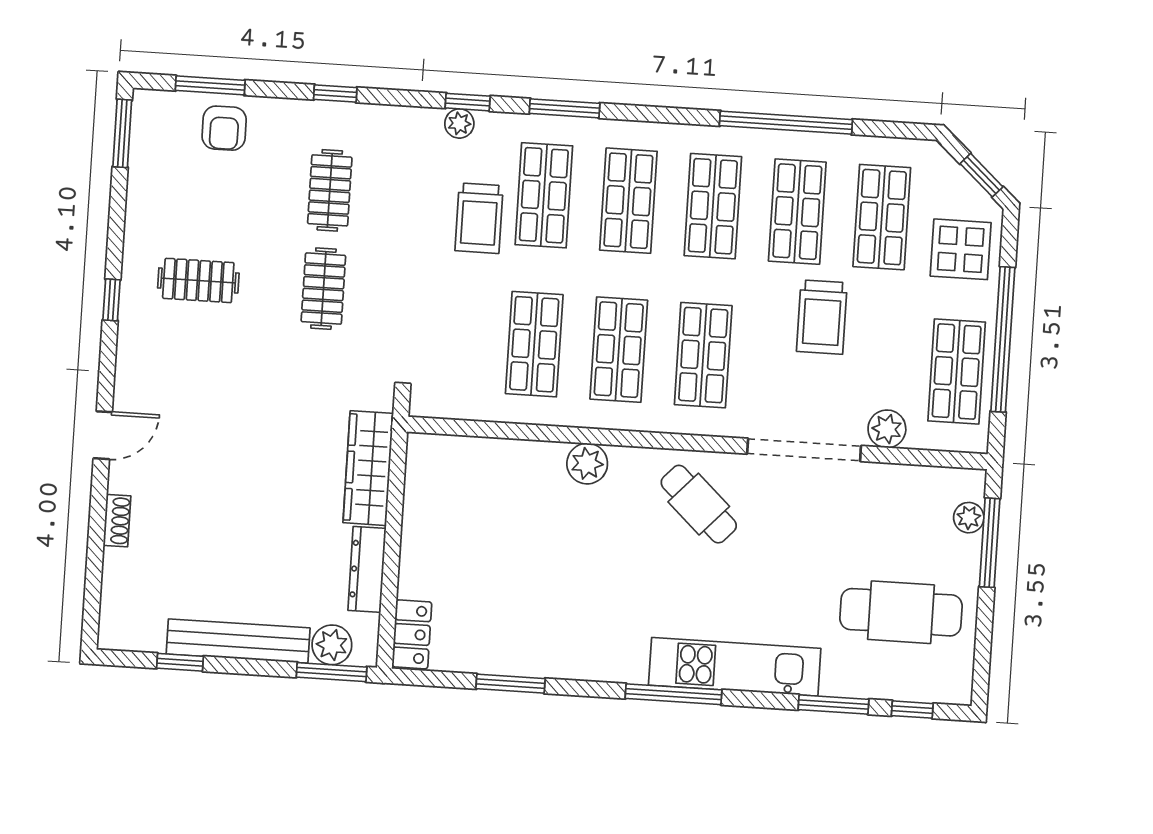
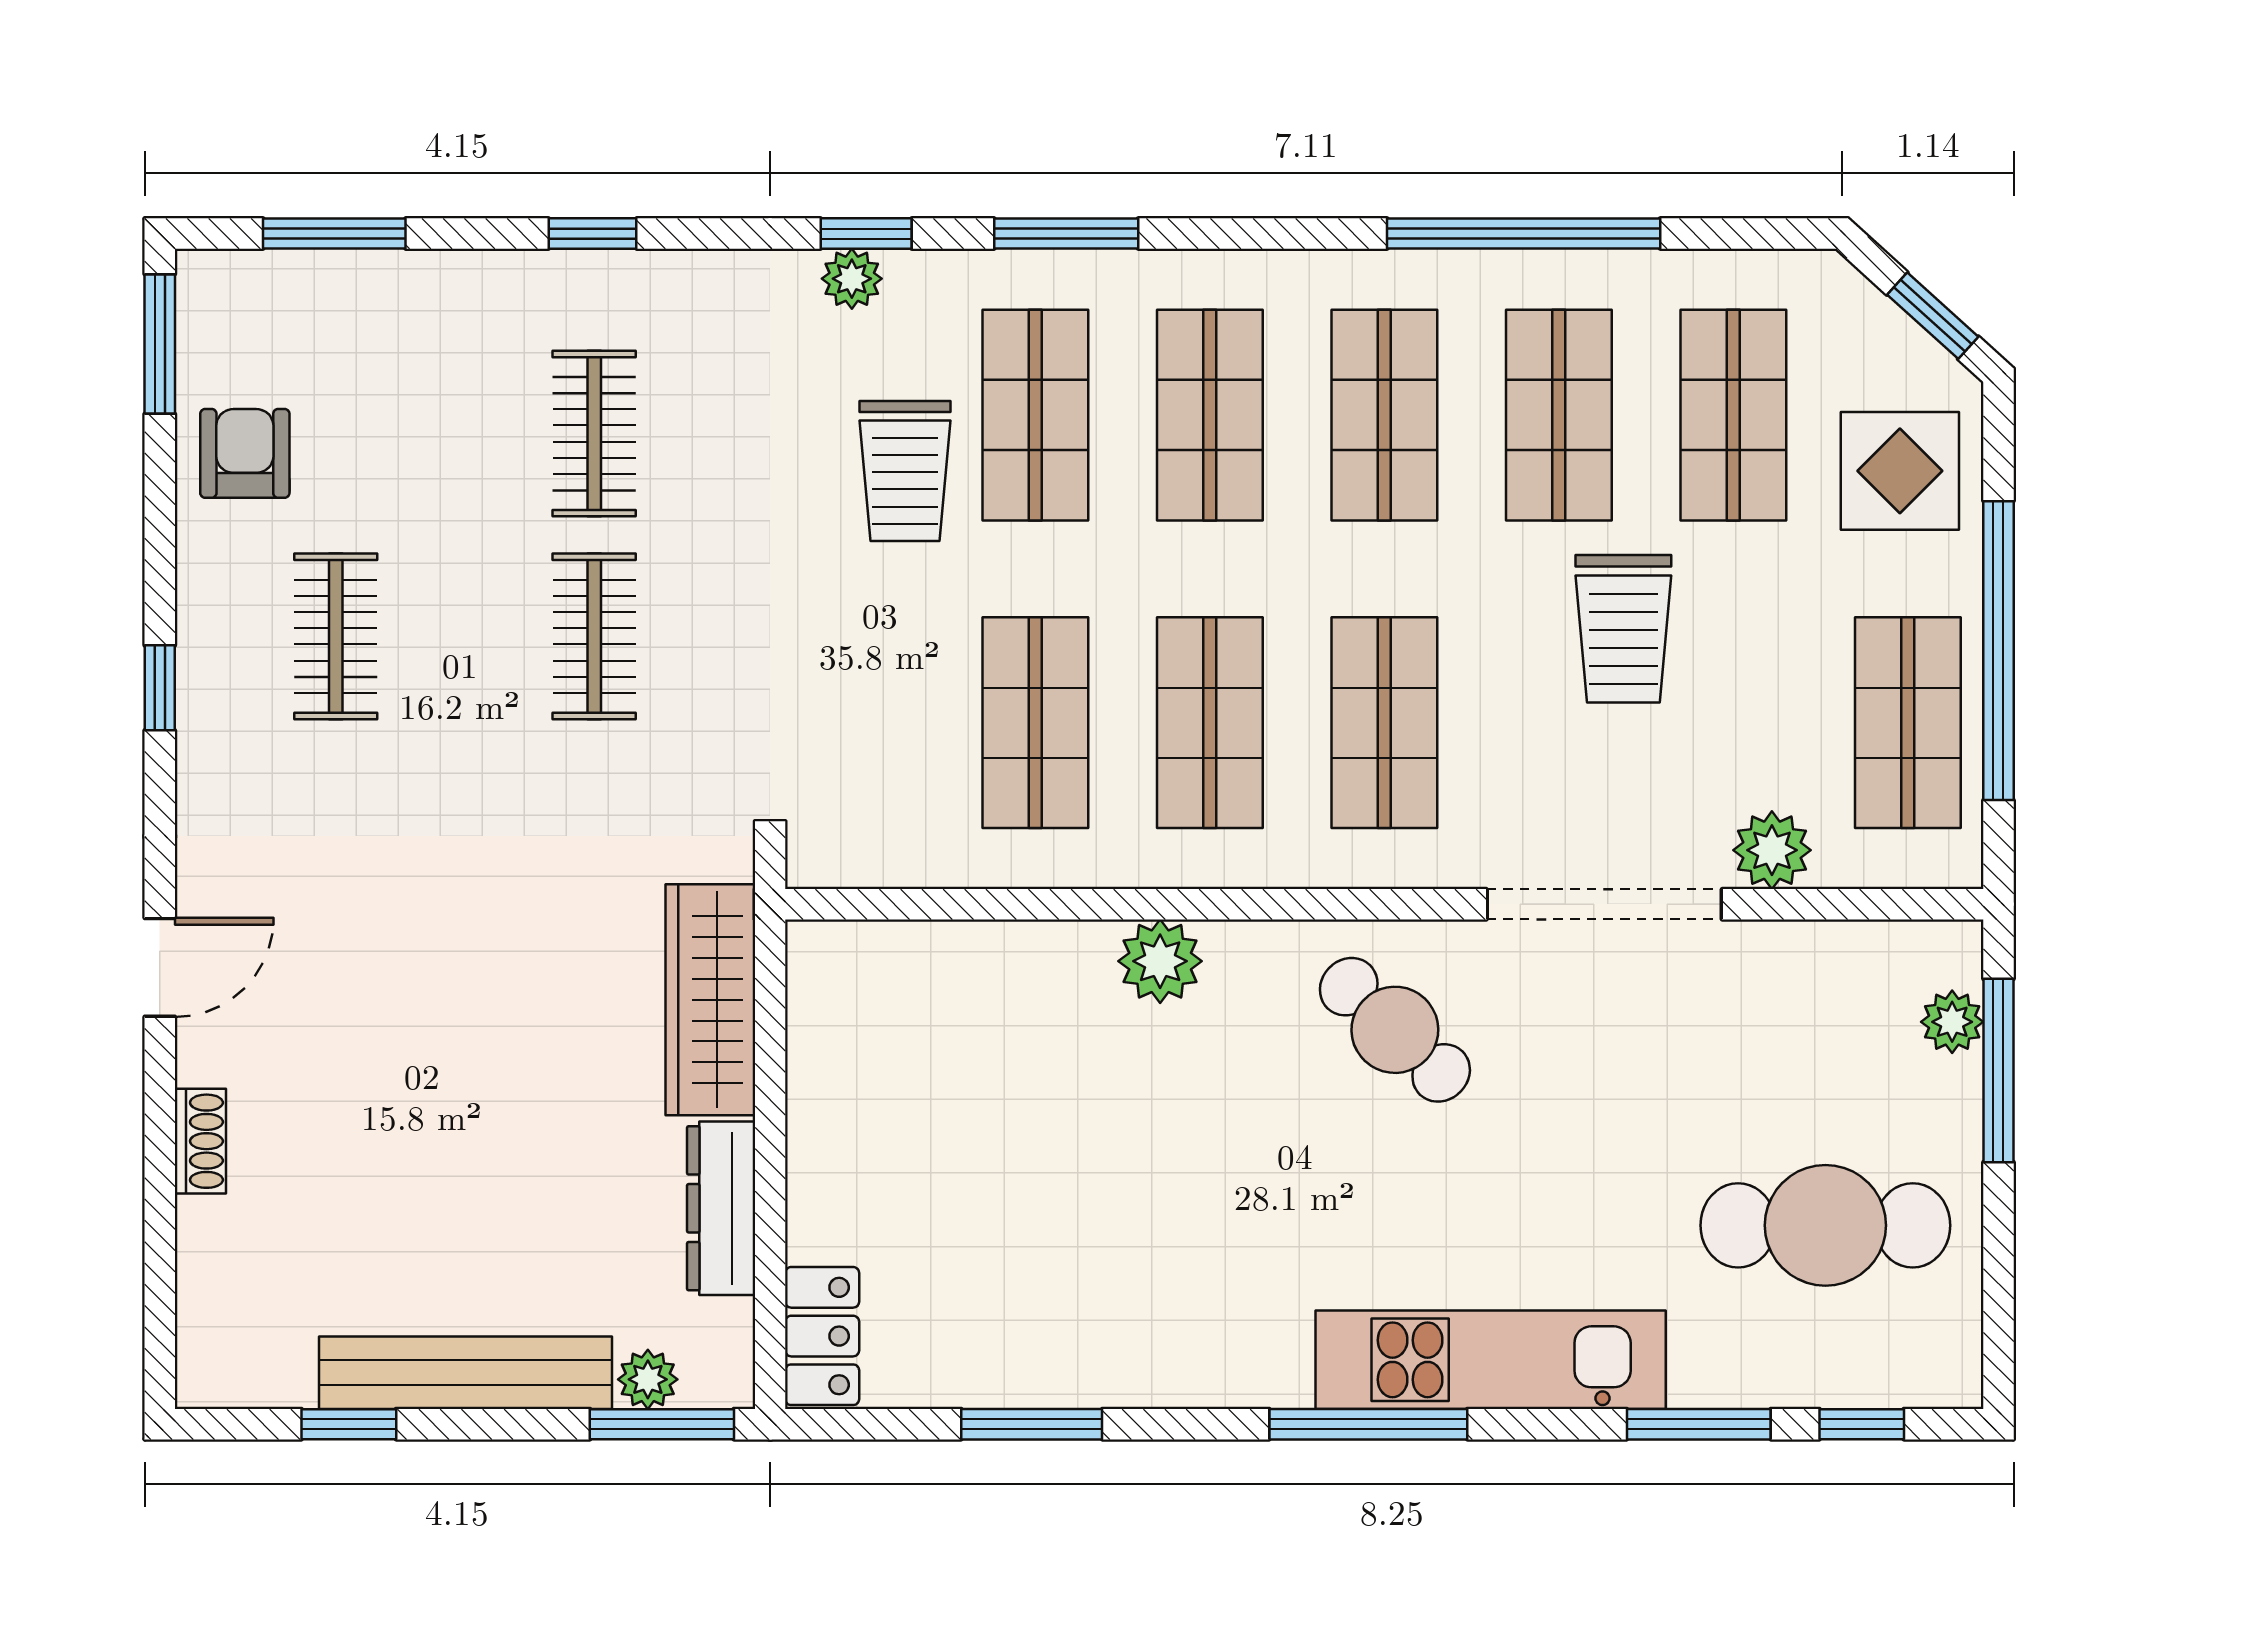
armchair: (224, 128) -> (245, 453), moved, turned 180
clothes rail: (198, 280) -> (336, 636), turned 90
plant: (332, 645) -> (648, 1379), width x0.73, depth x0.73

